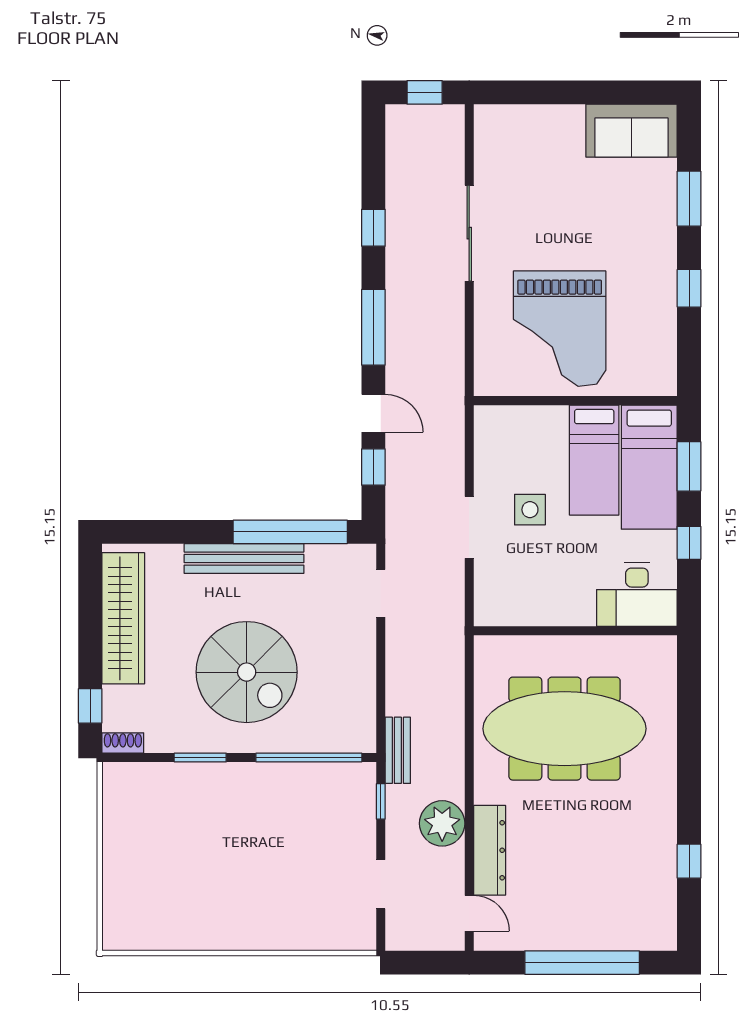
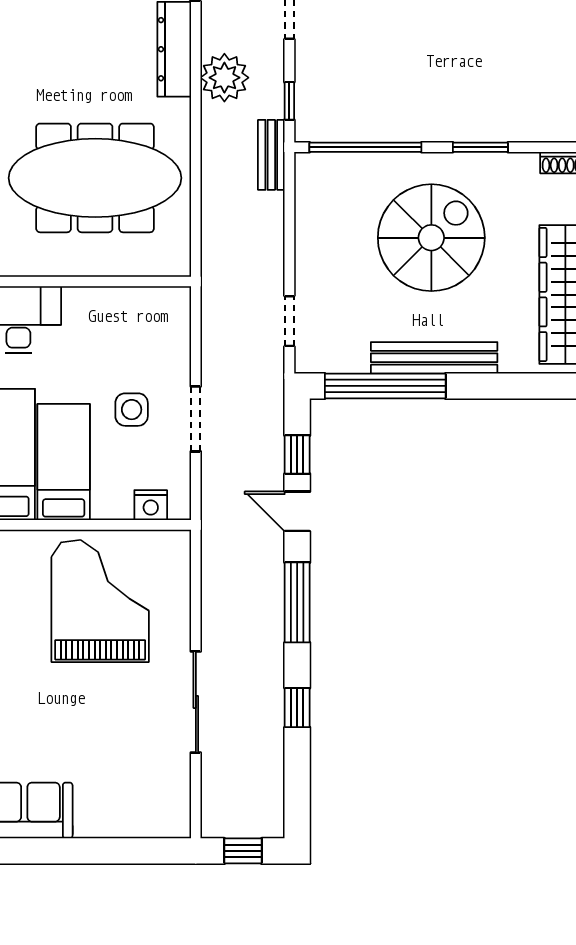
nightstand: (512, 419) -> (151, 505), added
doorway: (469, 527) -> (196, 419), moved
spiral stairs: (247, 672) -> (431, 238), turned 90

